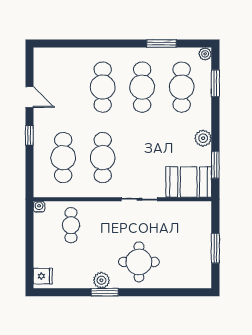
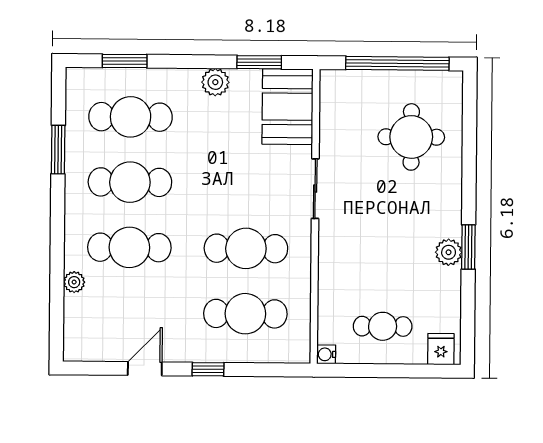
plant: (205, 54) -> (74, 282), moved
cafe table: (71, 225) -> (383, 326), moved
window: (215, 248) -> (397, 63), width x2.11
round table: (139, 262) -> (411, 137), moved

